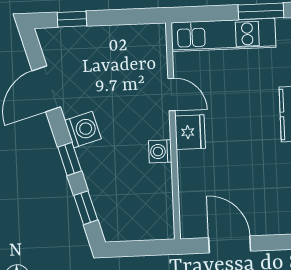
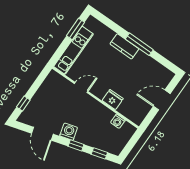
fridge: (190, 132) -> (113, 100), moved
washing machine: (160, 151) -> (118, 121), moved
door: (230, 244) -> (162, 100), moved

